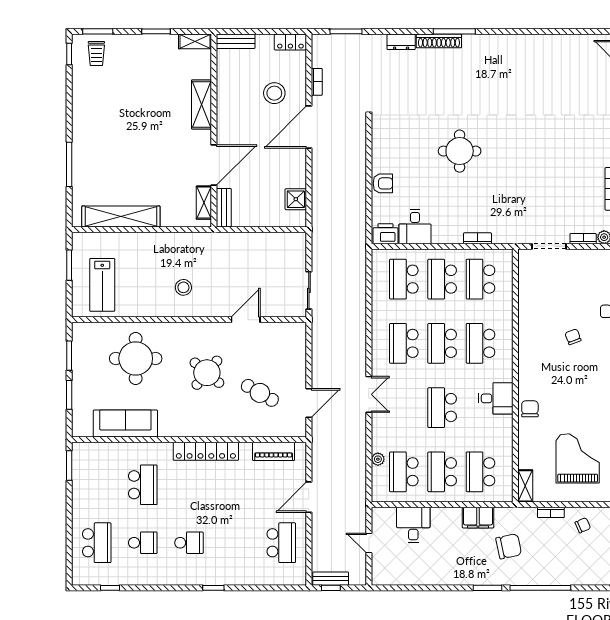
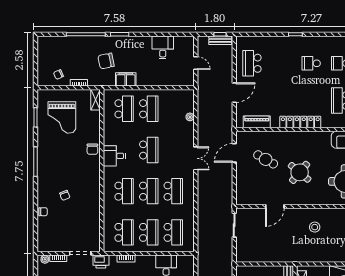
printer: (385, 234) -> (101, 262), moved
double door: (369, 394) -> (196, 158), swing flipped
school desk: (404, 472) -> (173, 109), removed
desk: (413, 525) -> (163, 47), moved, turned 180

